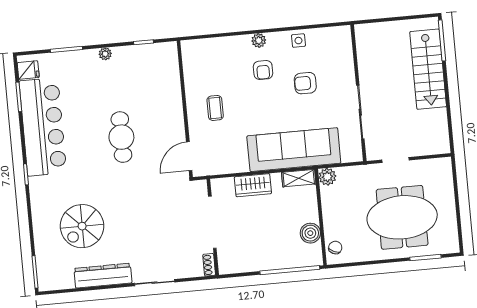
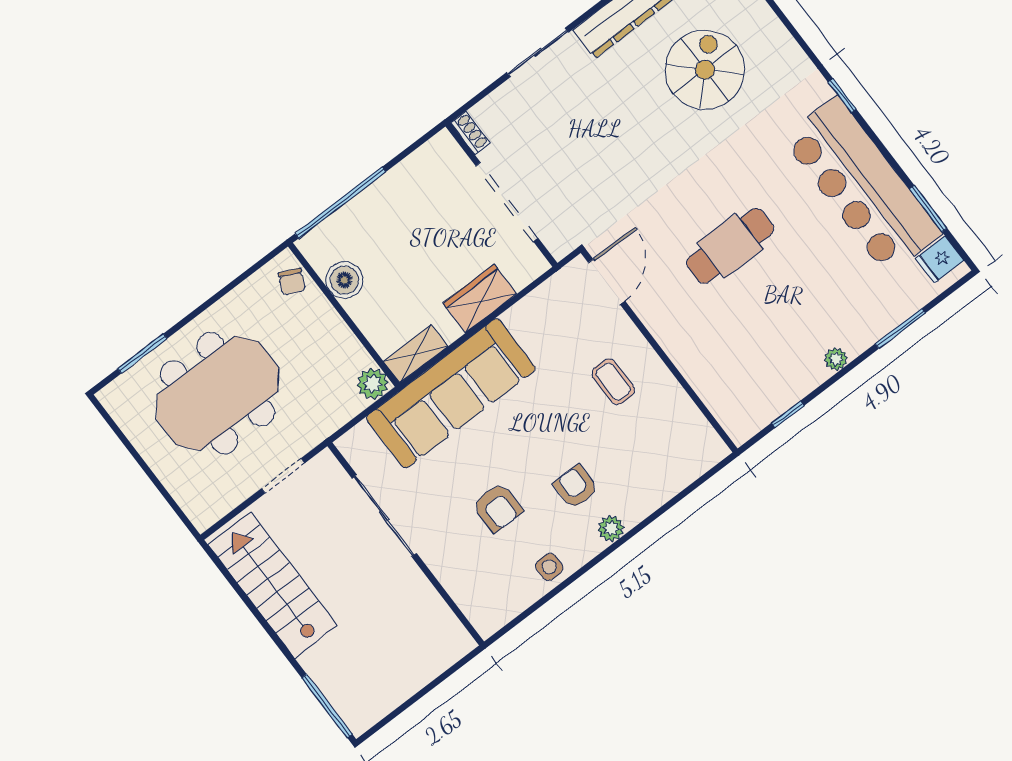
stairs: (428, 69) -> (273, 585), moved
armchair: (305, 83) -> (498, 507), turned 90
cafe table: (121, 137) -> (730, 246), turned 90

